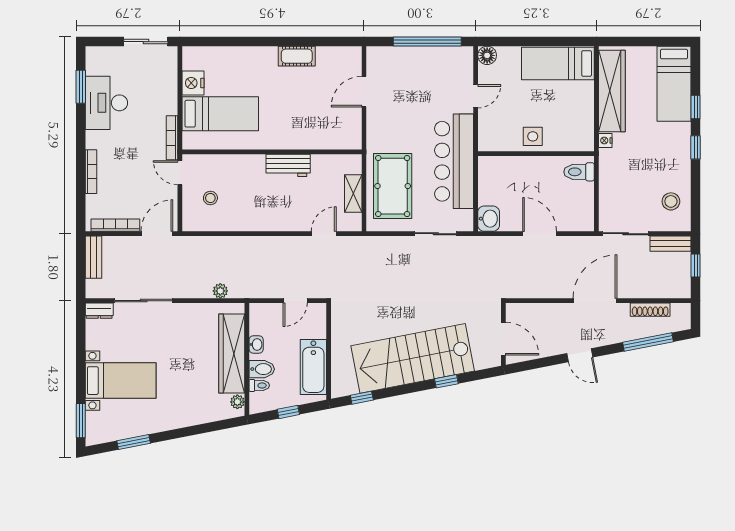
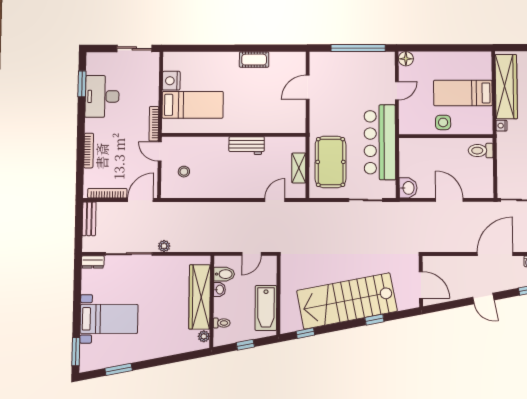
bed: (558, 63) -> (463, 93), moved
plant: (220, 291) -> (164, 246), moved
bidet: (262, 369) -> (224, 274), moved

